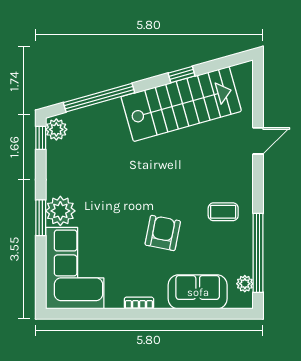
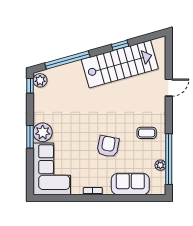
plant: (245, 284) -> (160, 165), moved

